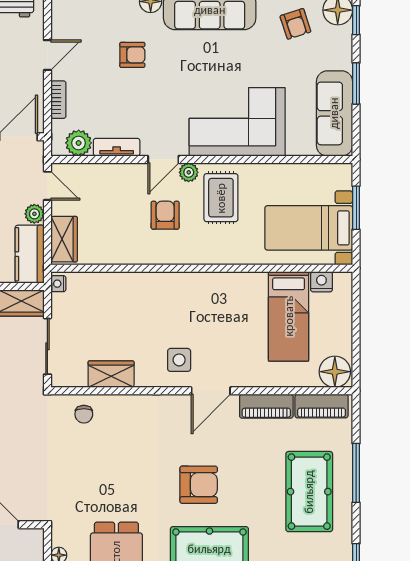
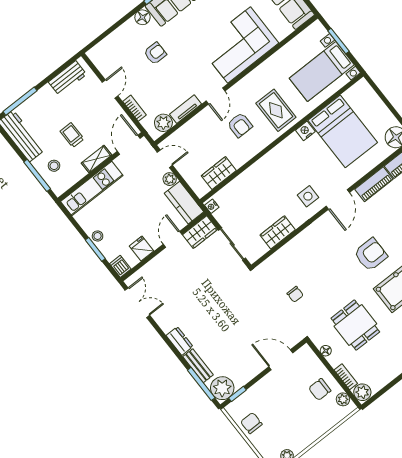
plant: (189, 172) -> (234, 92), removed
rug: (221, 198) -> (276, 110), moved
armchair: (165, 215) -> (240, 125), turned 180
wardrobe: (64, 239) -> (219, 173), moved, turned -90
nightstand: (321, 282) -> (305, 131), moved
bed: (289, 316) -> (343, 131), width x1.50
chair: (84, 414) -> (295, 294), moved

